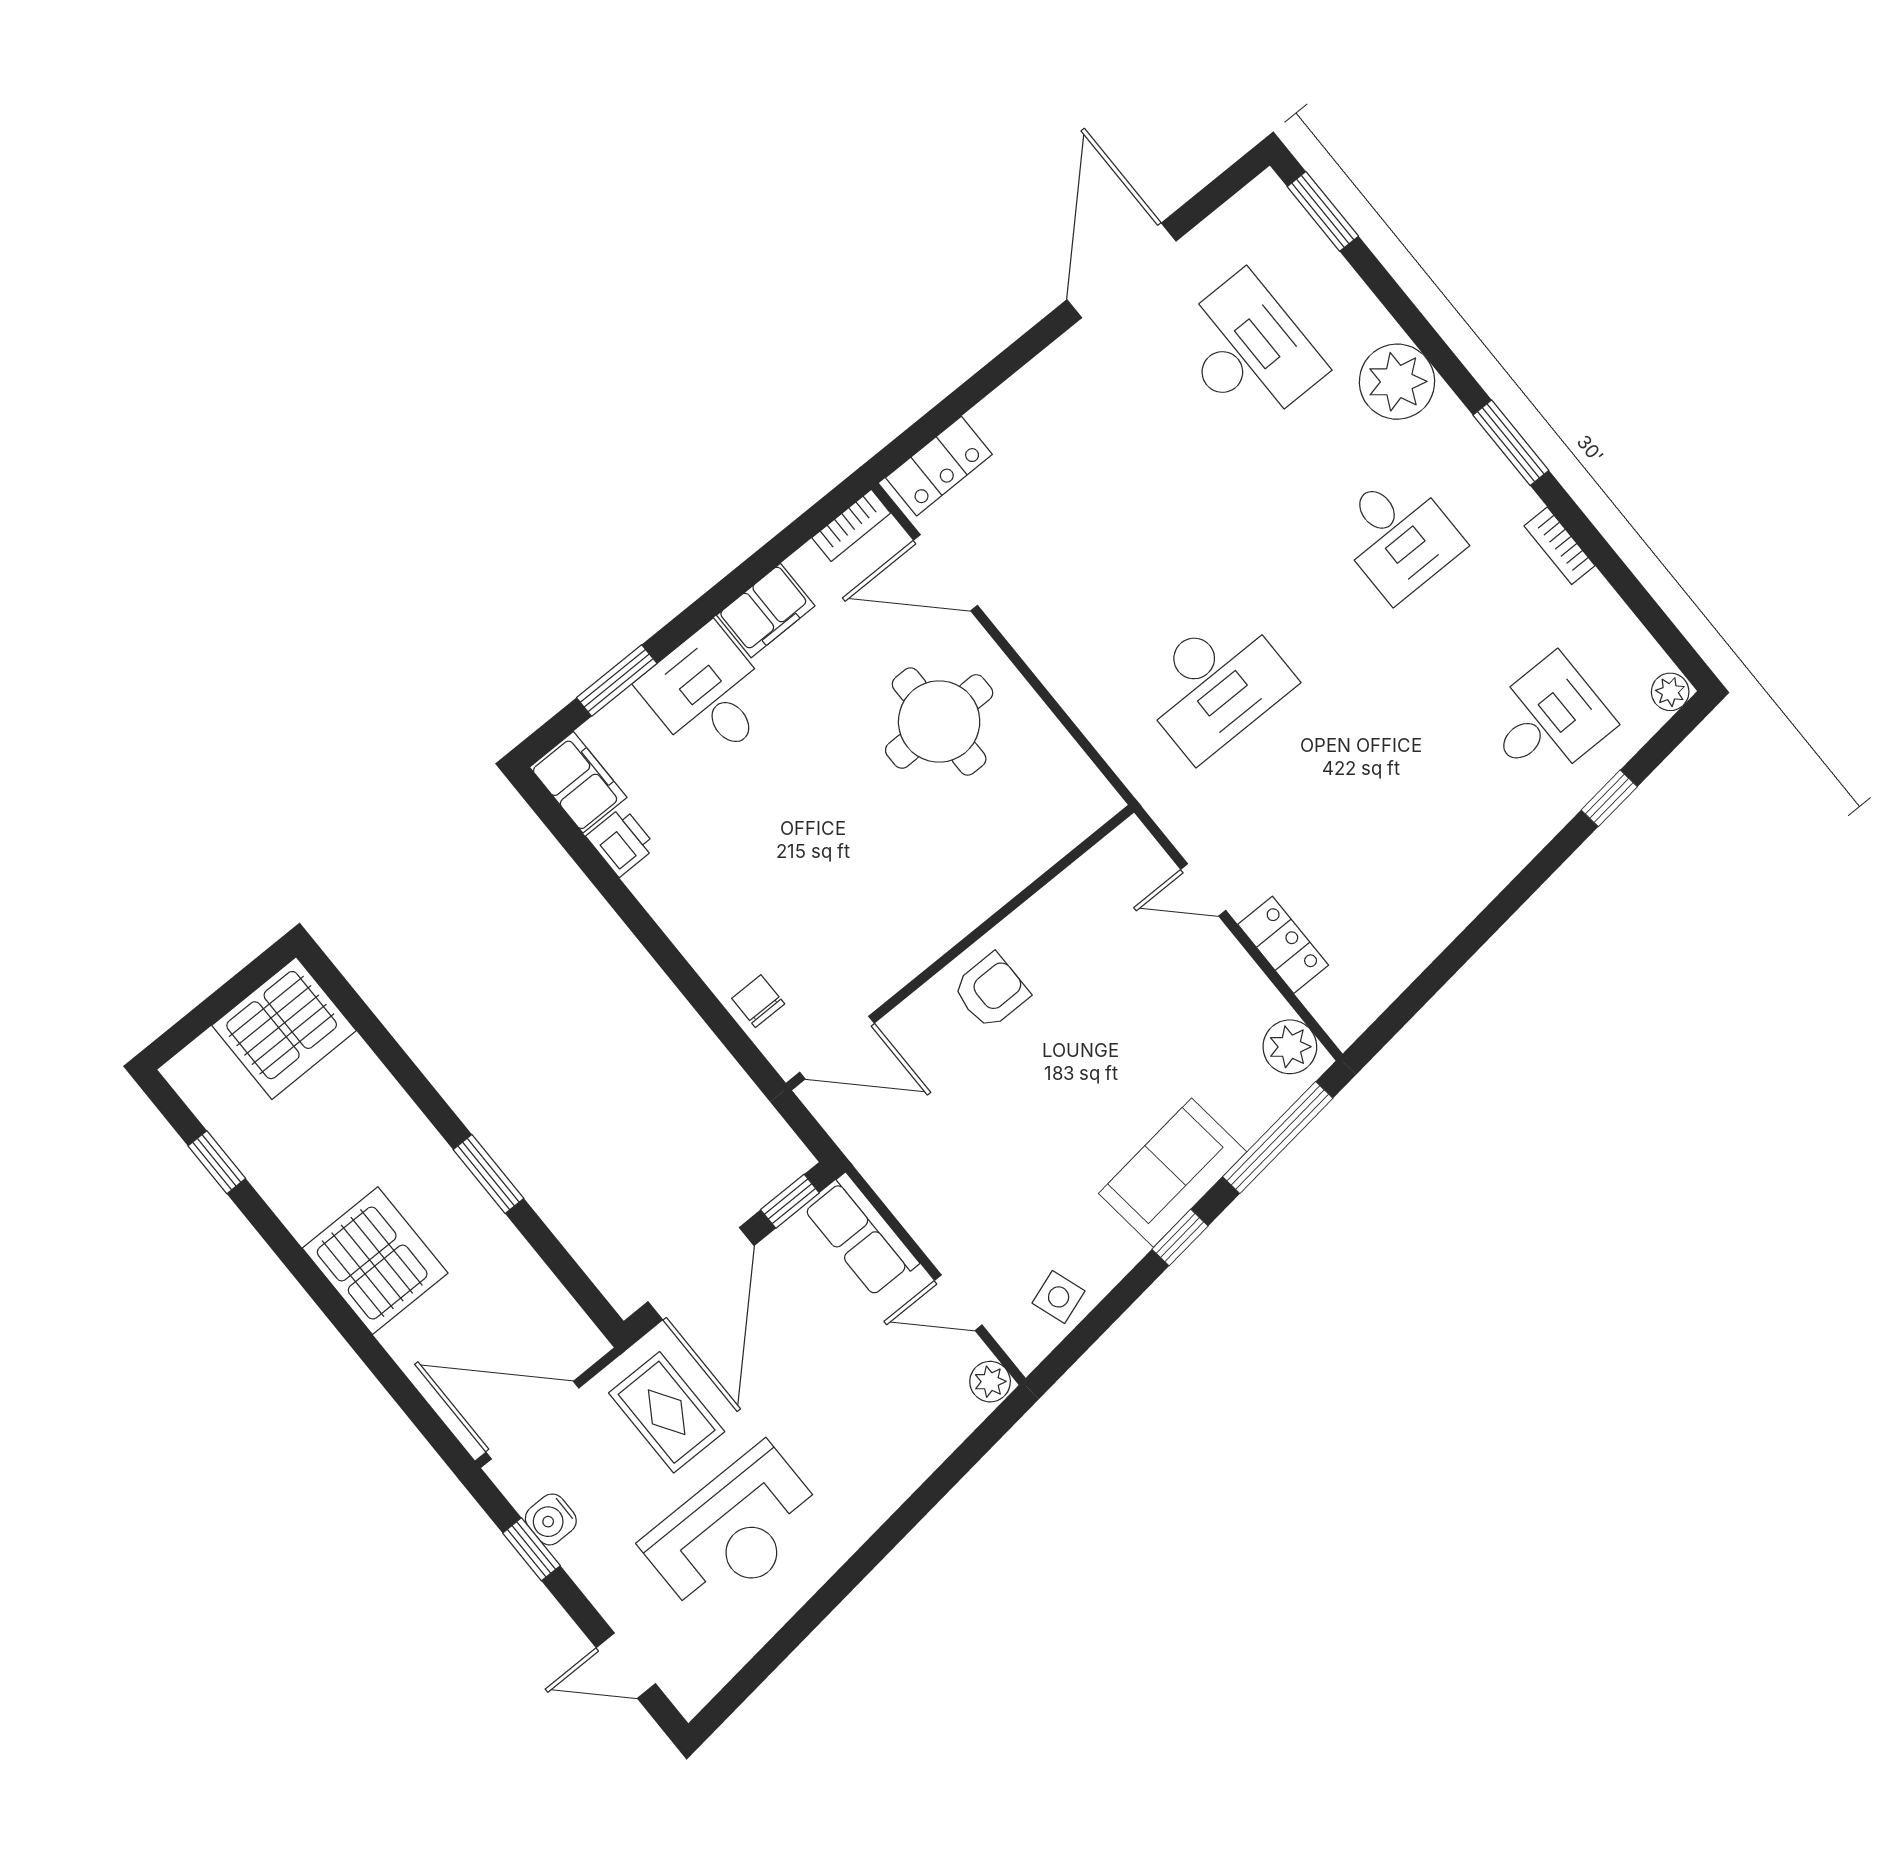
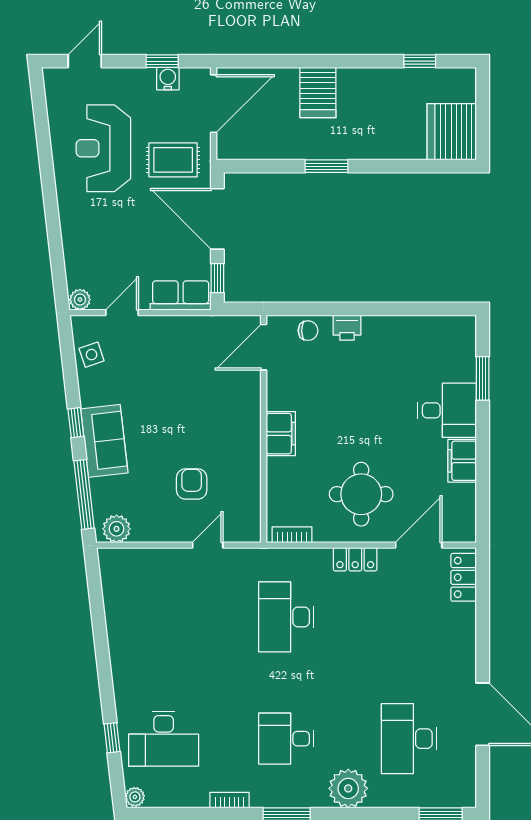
desk: (1248, 351) -> (409, 739), turned 90
bookcase: (851, 525) -> (292, 535), moved, turned 90
desk: (1548, 720) -> (164, 739), width x1.37
filing cabinet: (578, 782) -> (281, 434), moved, turned -90
printer: (621, 842) -> (347, 328), moved
locker: (1283, 945) -> (355, 559), moved
armchair: (991, 991) -> (192, 484), moved, turned 180
server rack: (375, 1261) -> (318, 93), width x0.62

